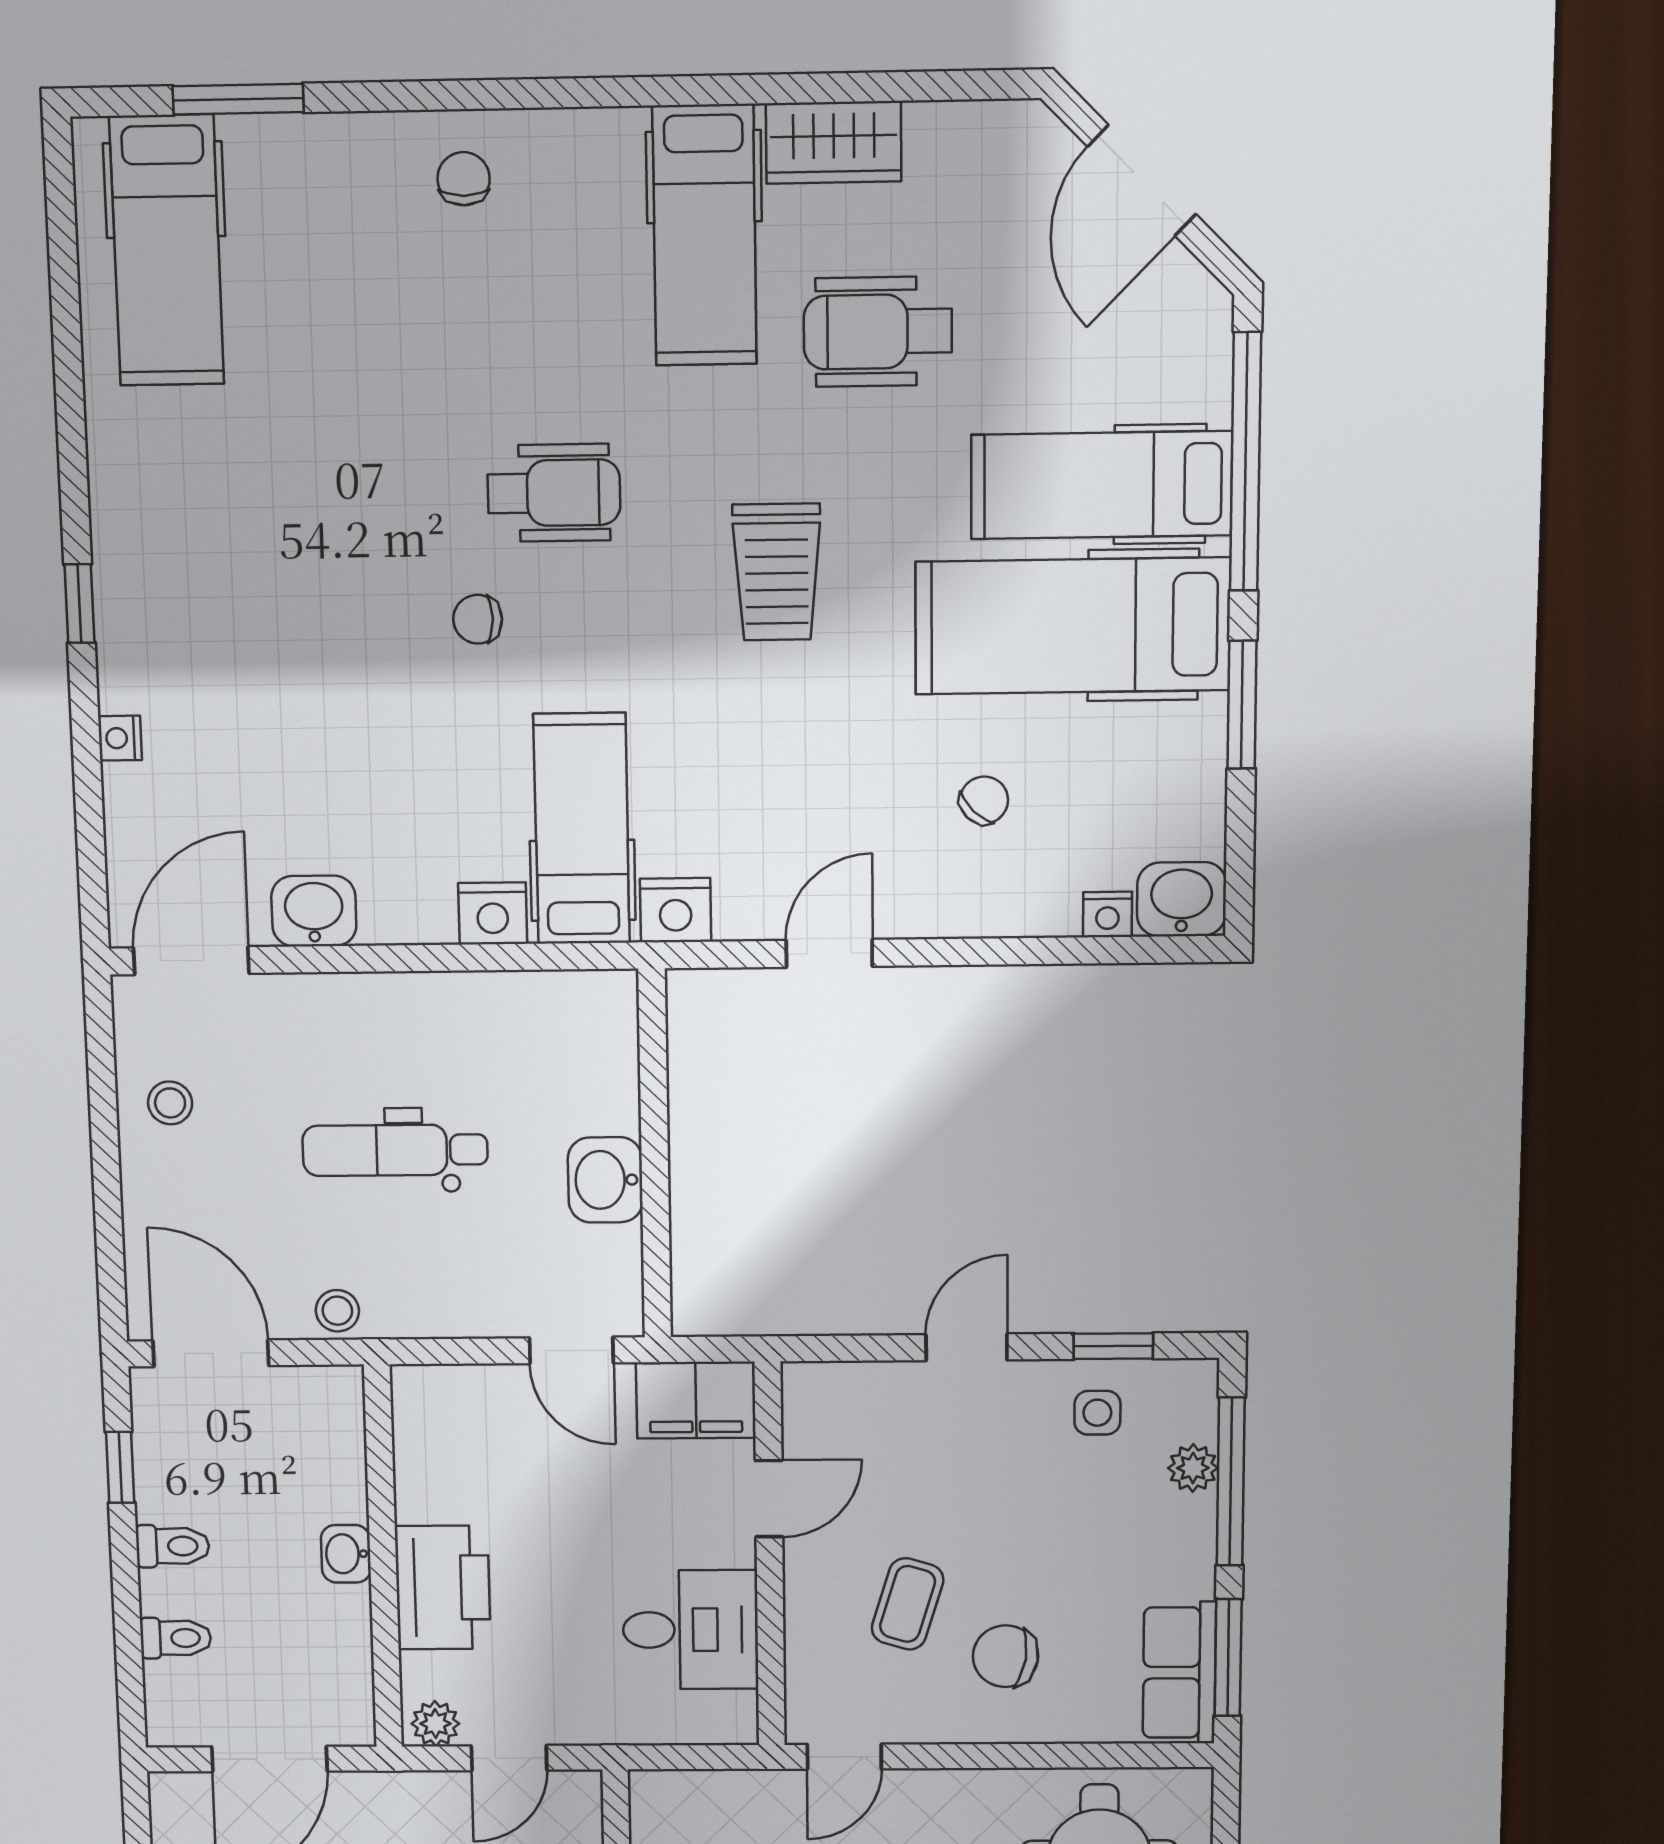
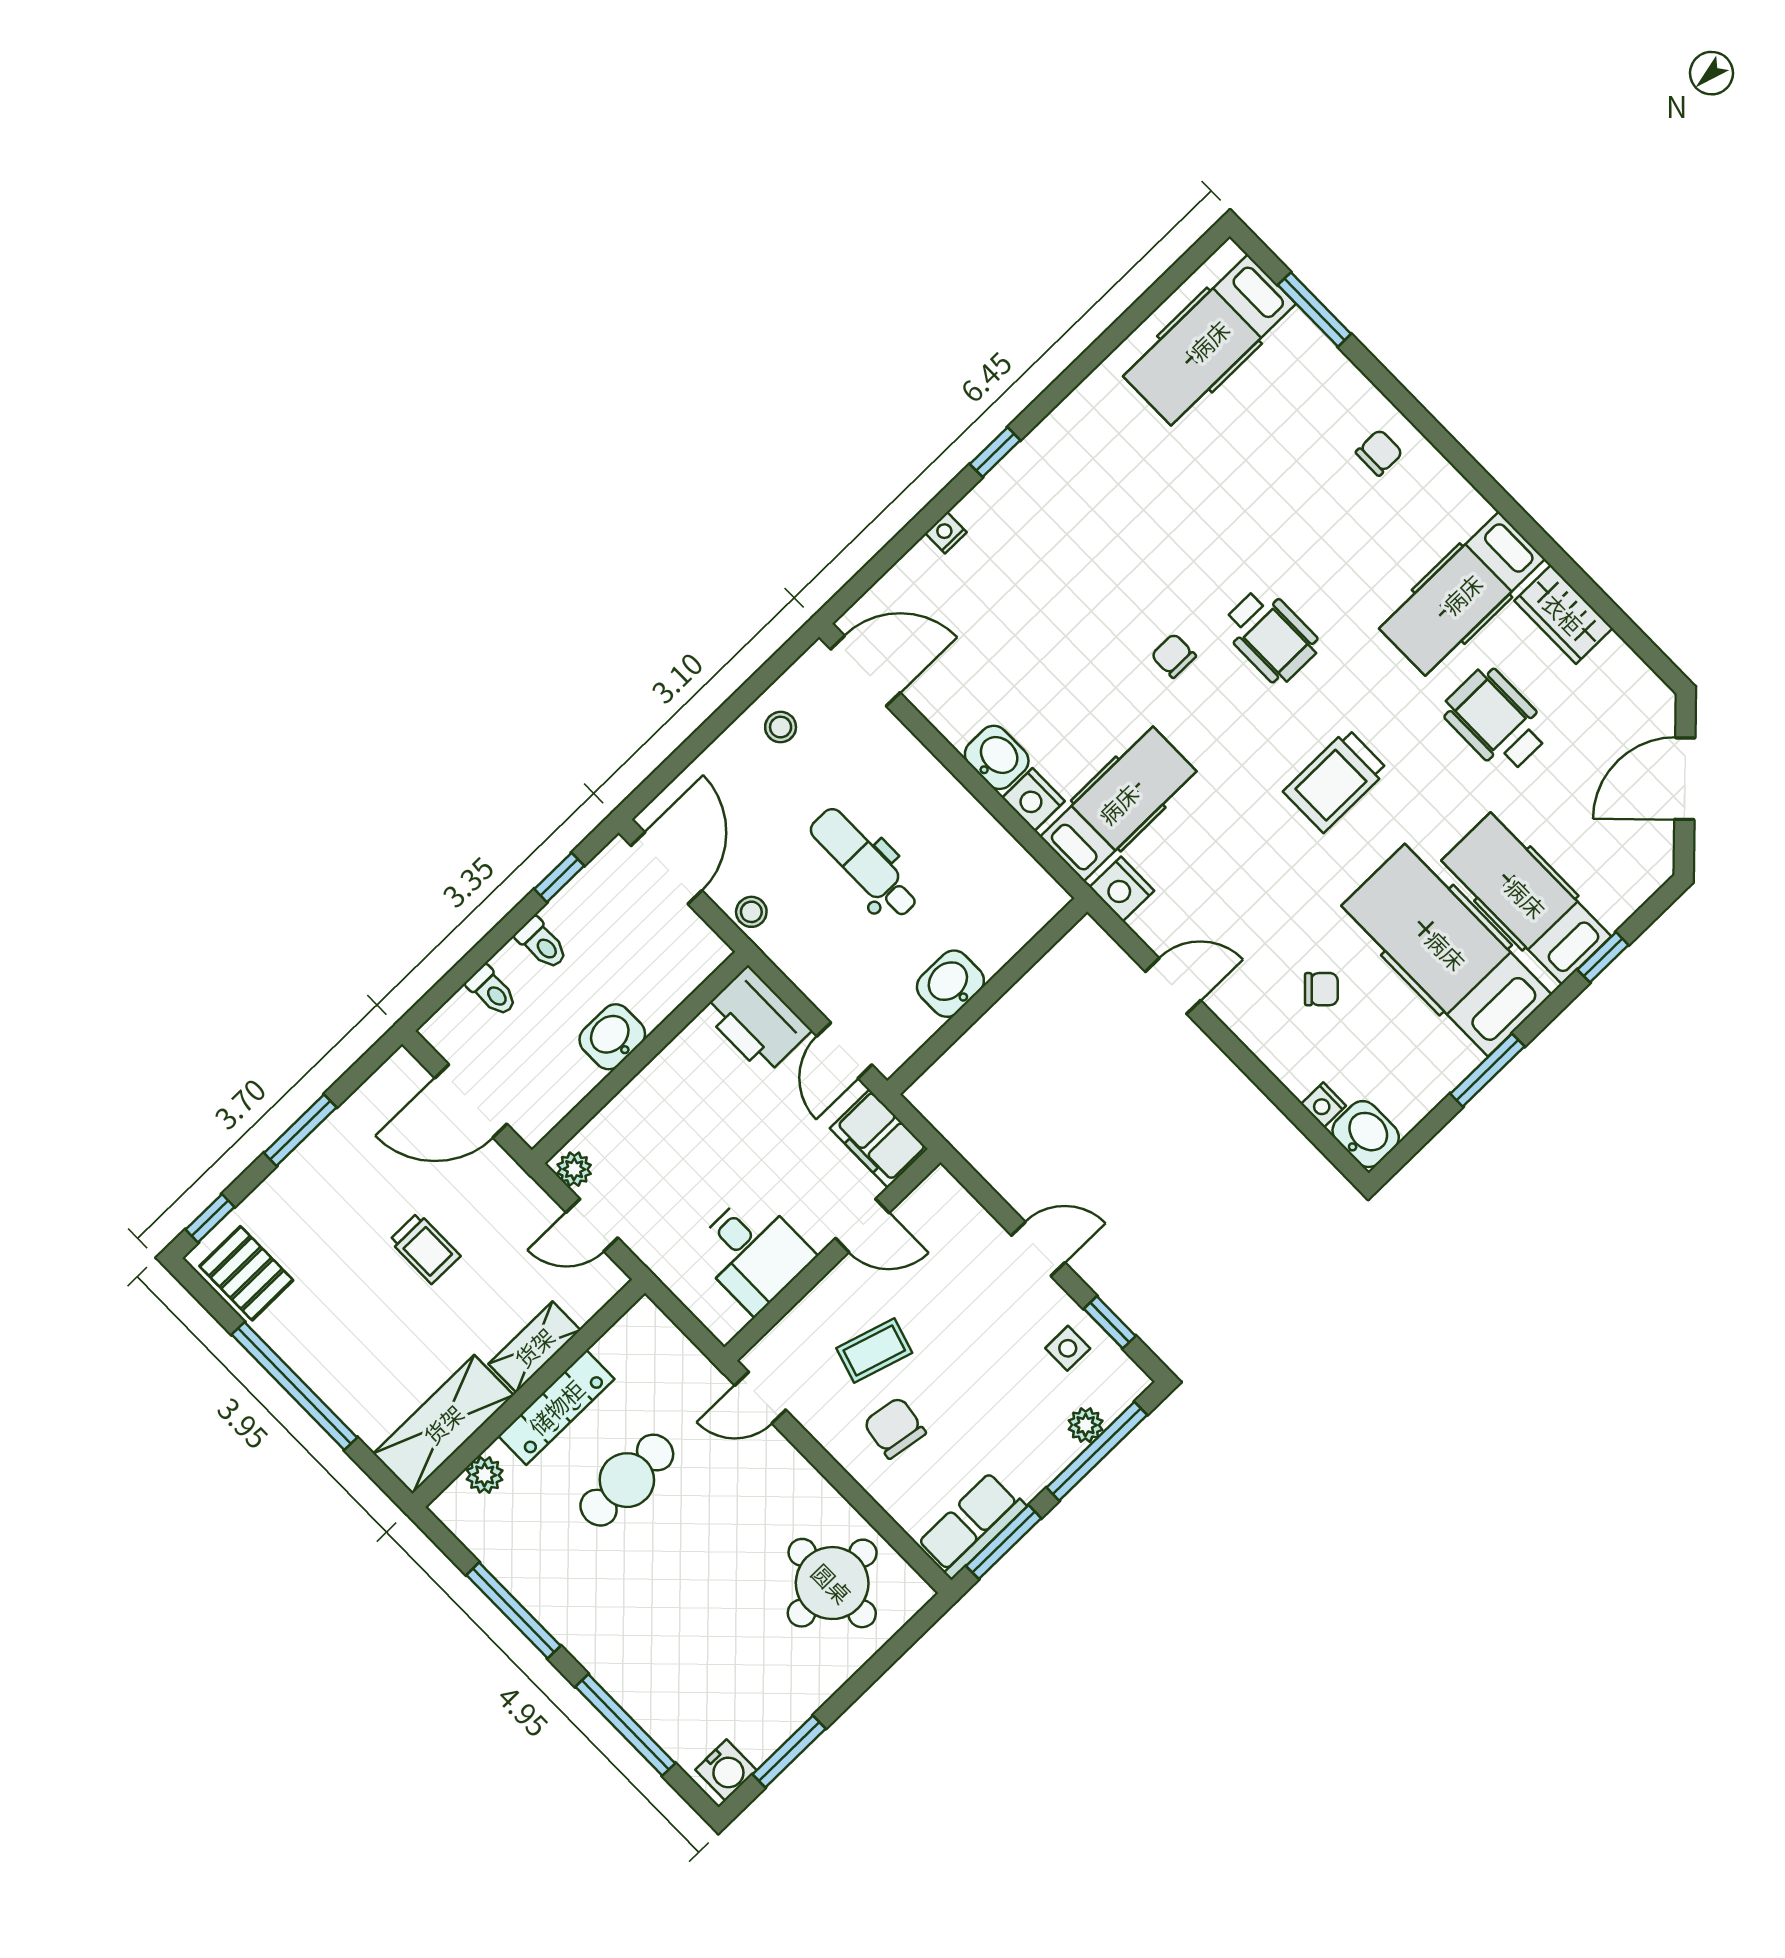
window: (1246, 462) -> (1603, 957), width x0.32
washbasin: (314, 911) -> (997, 757), moved
washbasin: (346, 1554) -> (612, 1037), width x1.38, depth x1.45
printer: (443, 1588) -> (757, 1021), moved, turned 90

